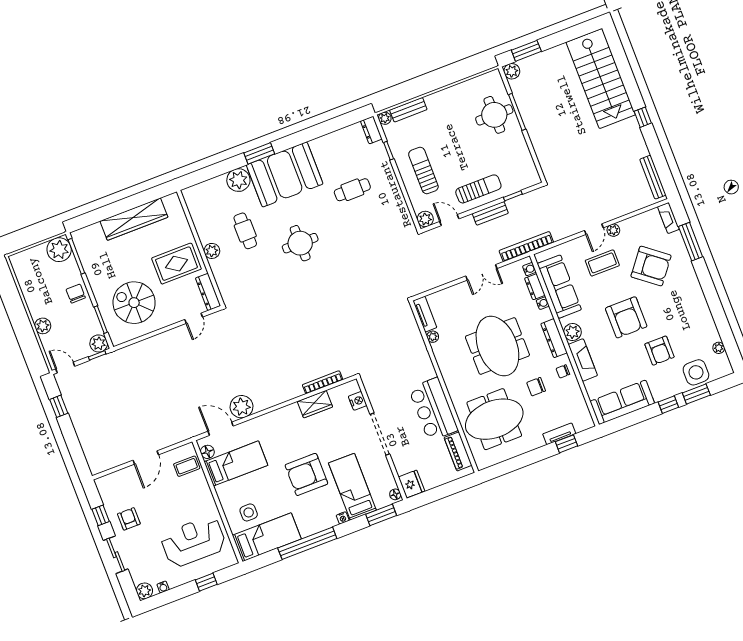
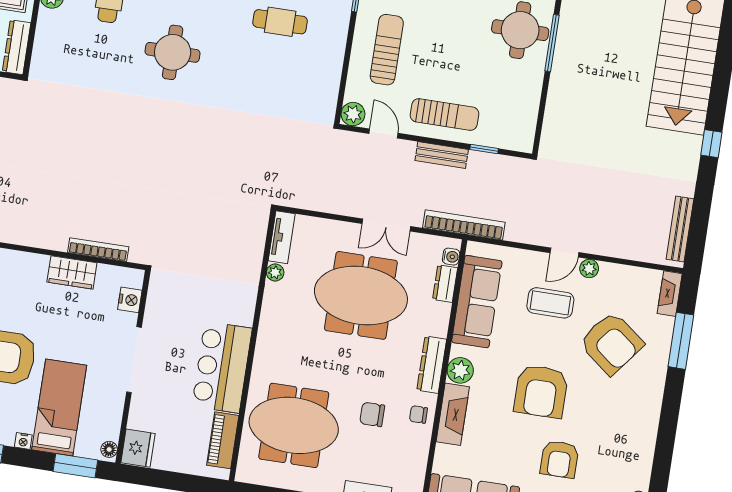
water cooler: (543, 303) -> (443, 311), removed
meeting table: (497, 346) -> (361, 295), moved, turned 90

